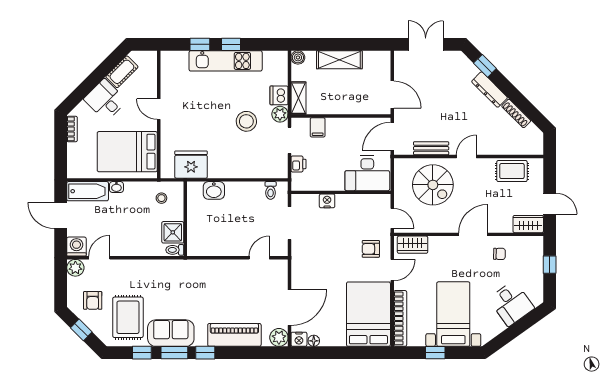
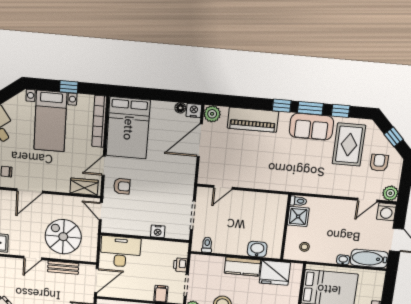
kitchen counter: (228, 168) -> (243, 267), added

